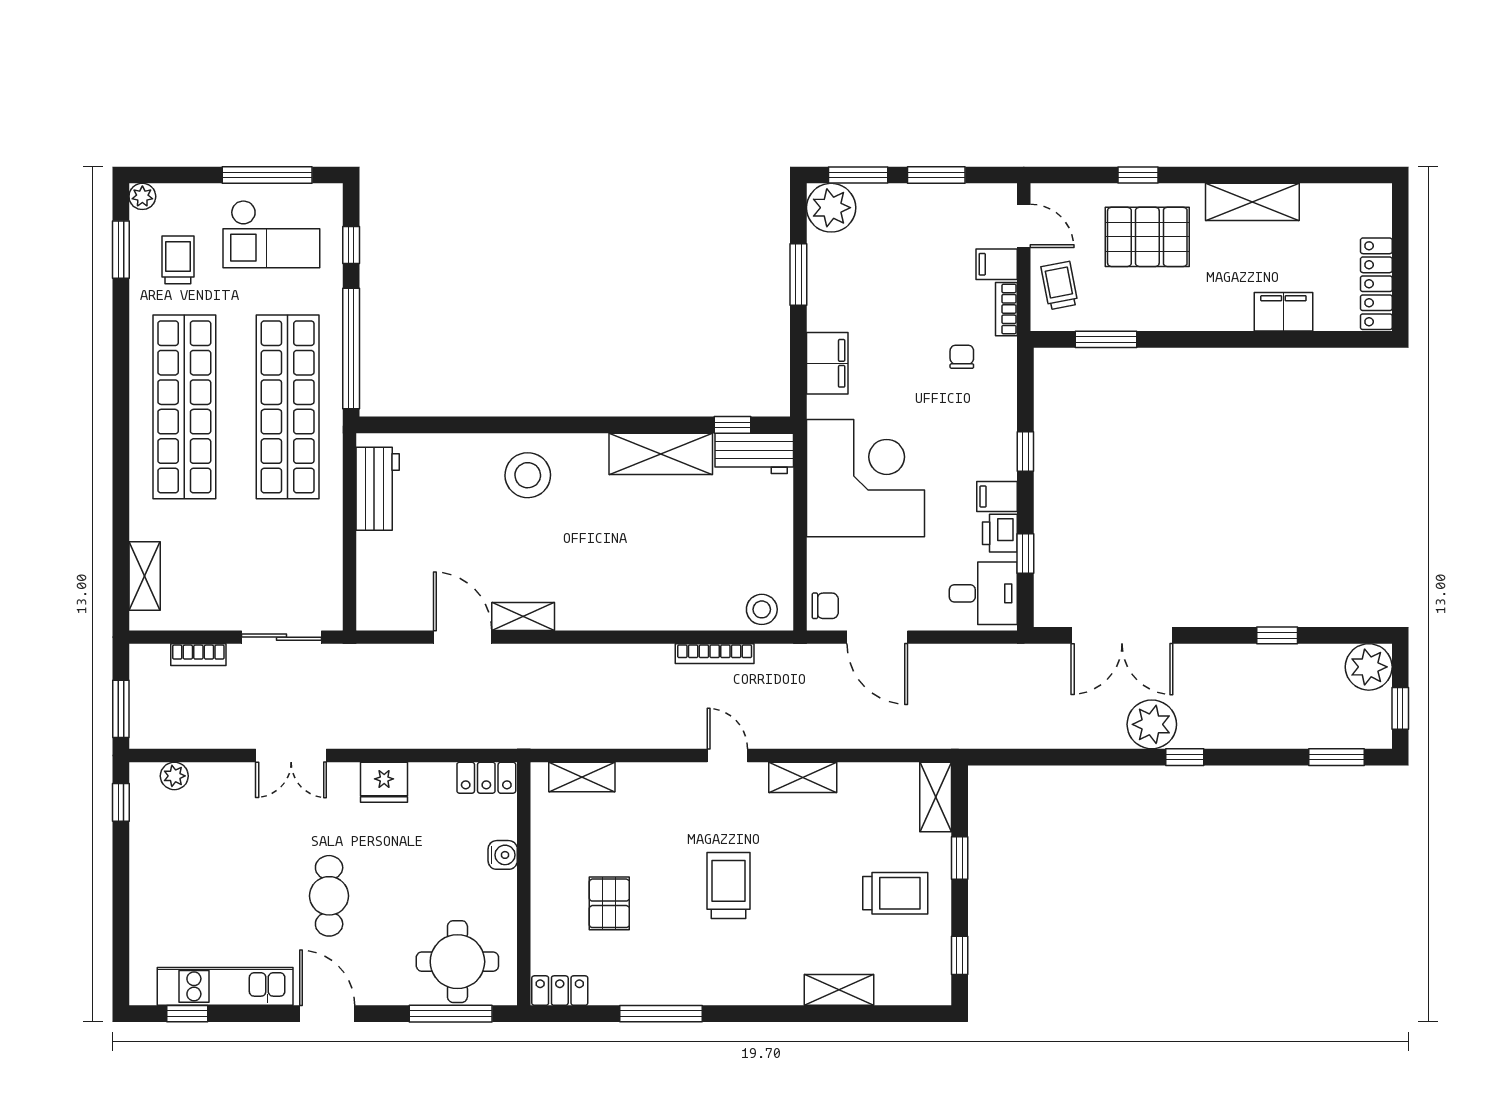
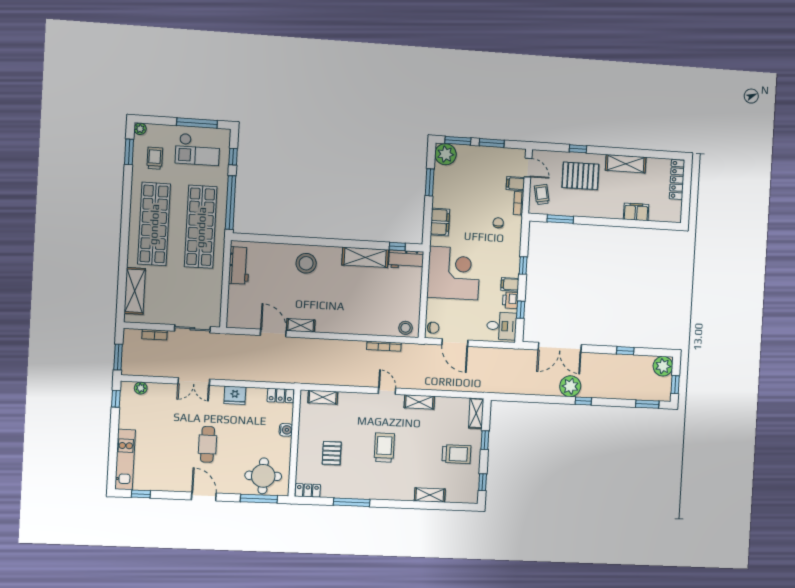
locker: (1376, 284) -> (677, 180), moved
shelving: (145, 576) -> (135, 291), width x1.50, depth x1.33
kitchen unit: (225, 986) -> (125, 459), moved, turned 90

